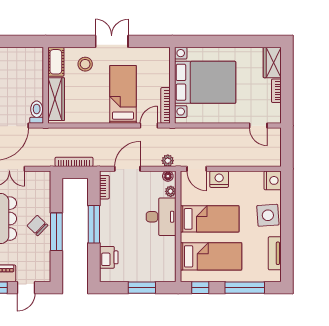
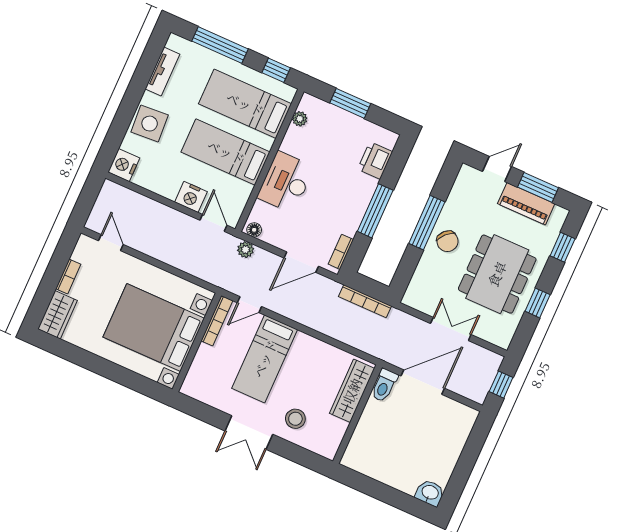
cot: (56, 62) -> (331, 438), removed
plant: (171, 191) -> (300, 119), moved

